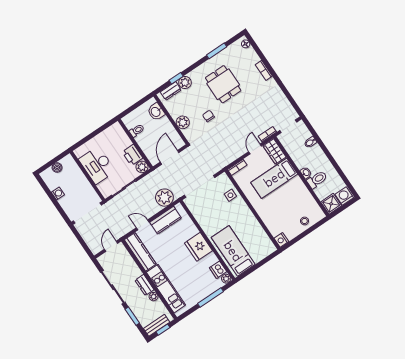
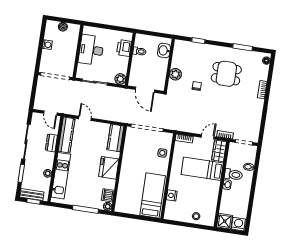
plant: (185, 83) -> (202, 49), removed
dining table: (223, 84) -> (226, 74), turned 90
dresser: (171, 91) -> (187, 46), removed
printer: (132, 155) -> (124, 48), moved
door: (170, 157) -> (145, 90), swing flipped
toilet: (317, 180) -> (233, 175), moved
plant: (164, 198) -> (116, 114), removed
kitchen counter: (166, 220) -> (115, 138), moved, turned 90
nightstand: (281, 240) -> (172, 195), moved
door: (111, 246) -> (50, 113), swing flipped
bed: (233, 251) -> (153, 196), moved
dresser: (144, 285) -> (51, 143), moved

